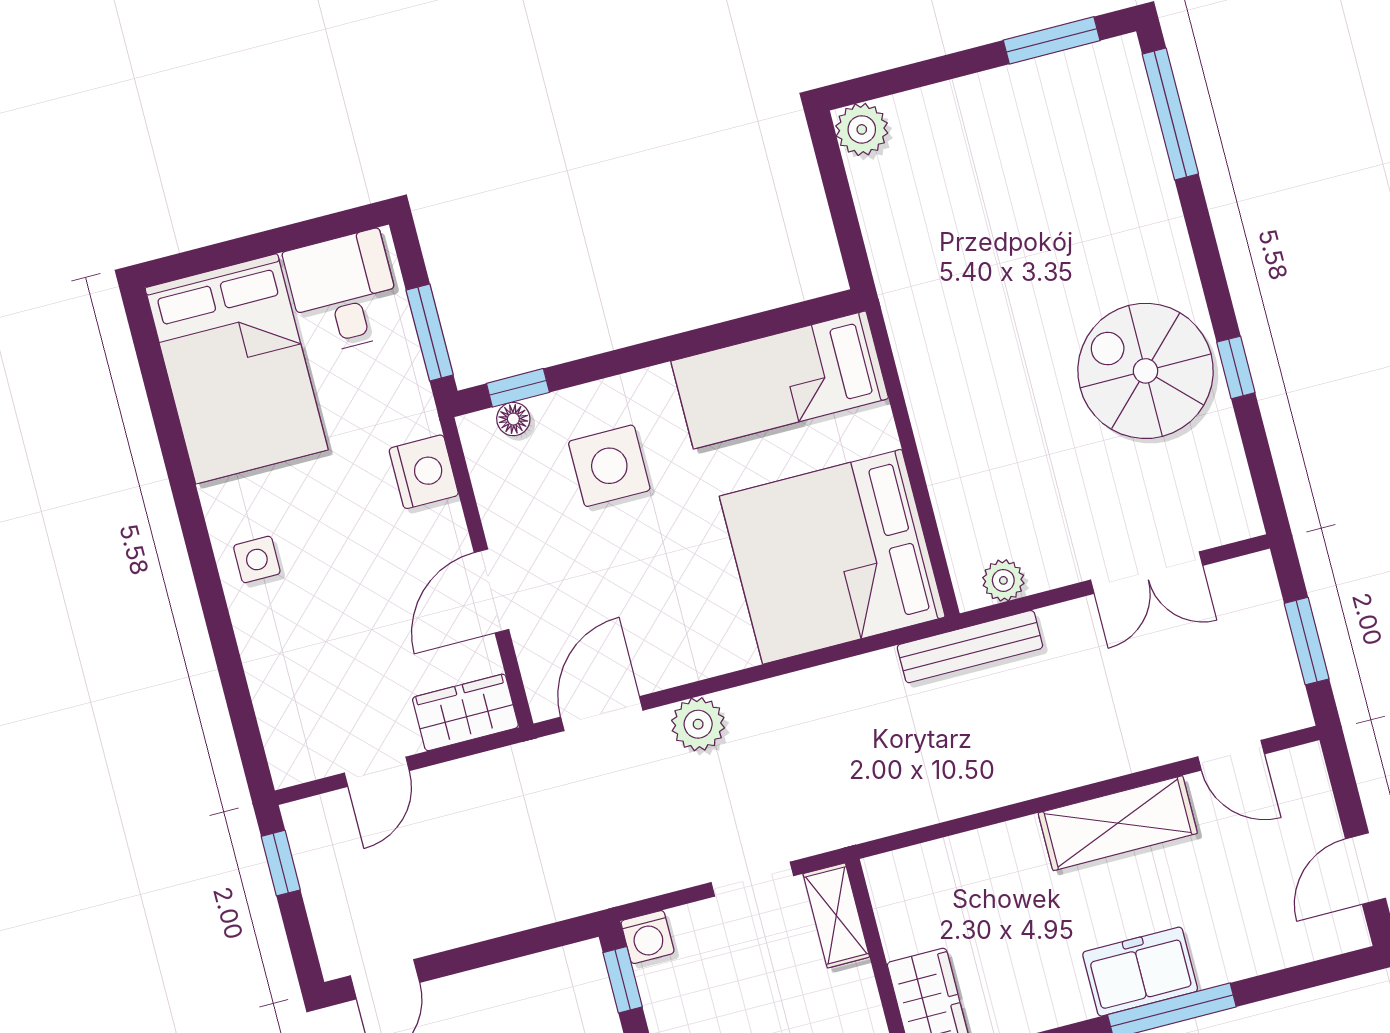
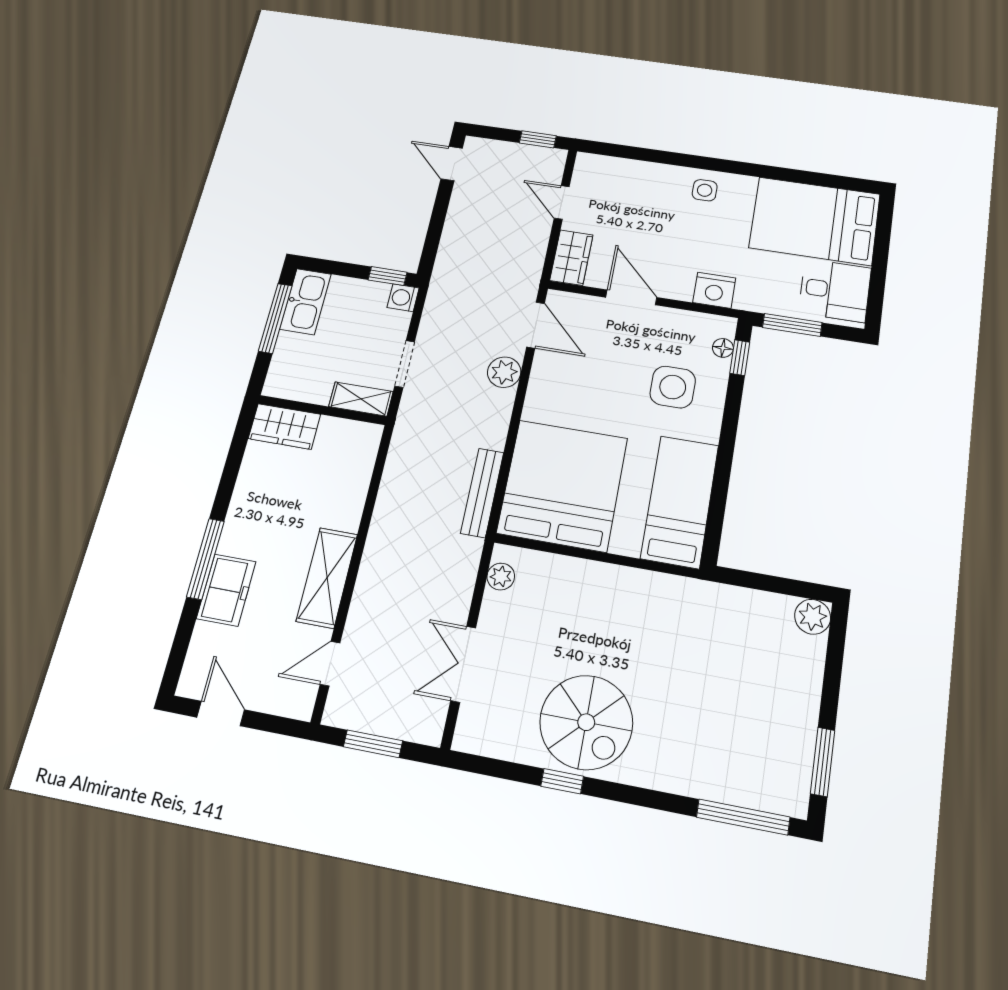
spiral stairs: (1146, 371) -> (586, 722), turned 90
bench: (970, 647) -> (482, 493), moved
freezer: (1140, 972) -> (226, 590), moved

